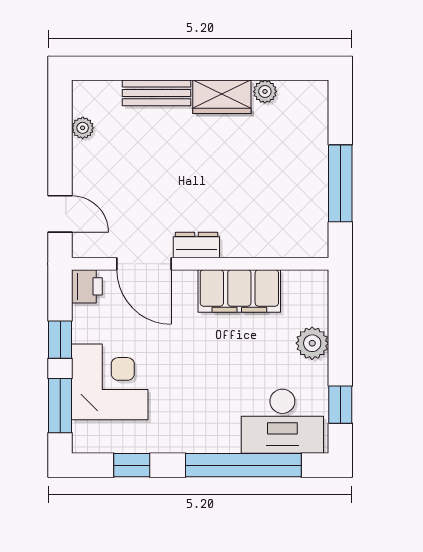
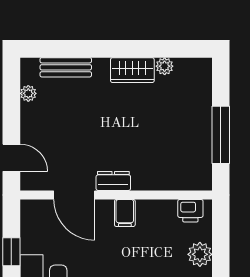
bench: (156, 93) -> (66, 67), moved
printer: (87, 286) -> (190, 211), moved, turned 90
filing cabinet: (239, 291) -> (125, 213), width x0.33, depth x0.86

